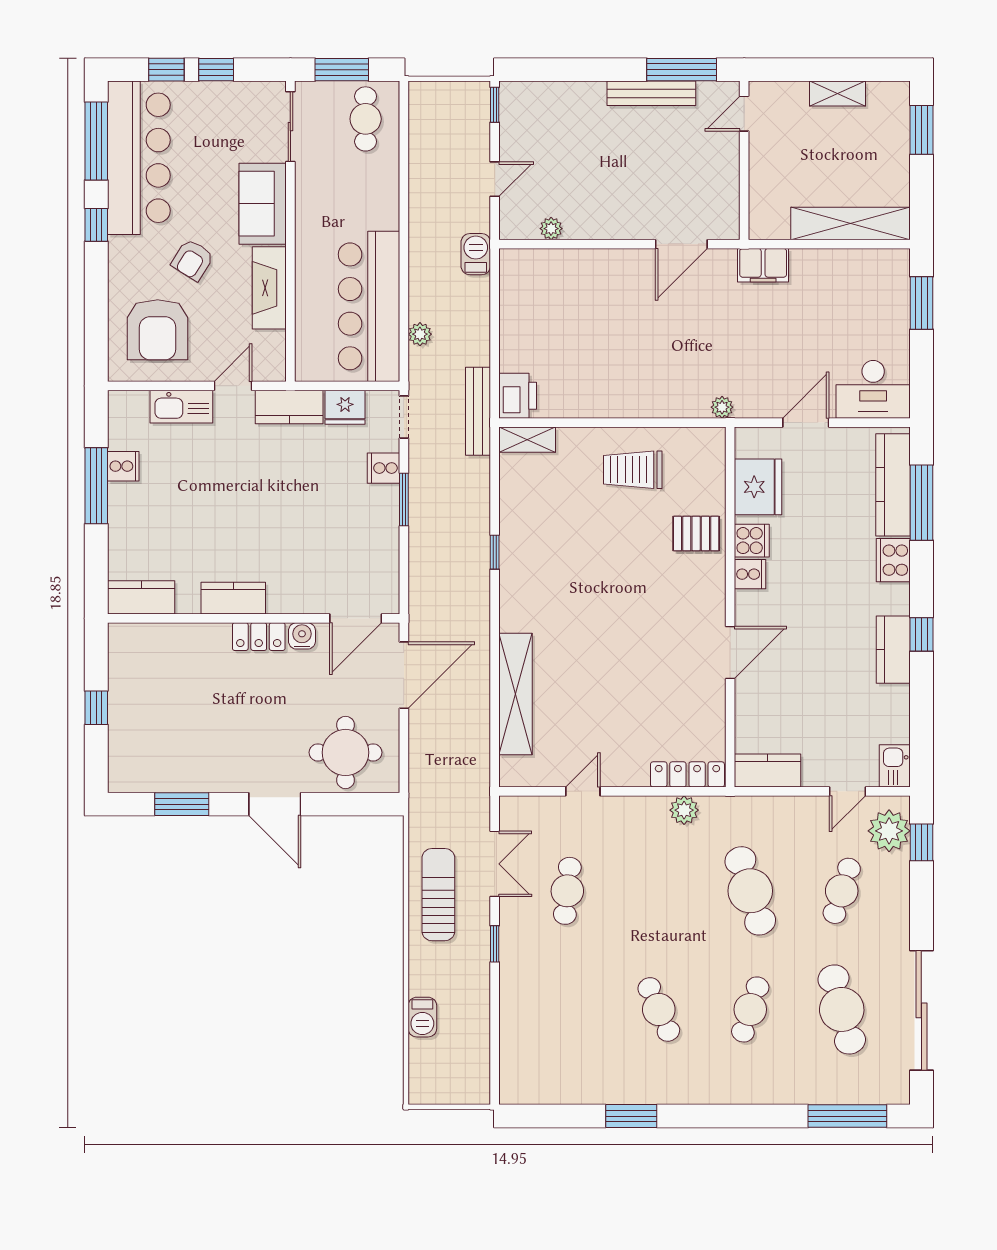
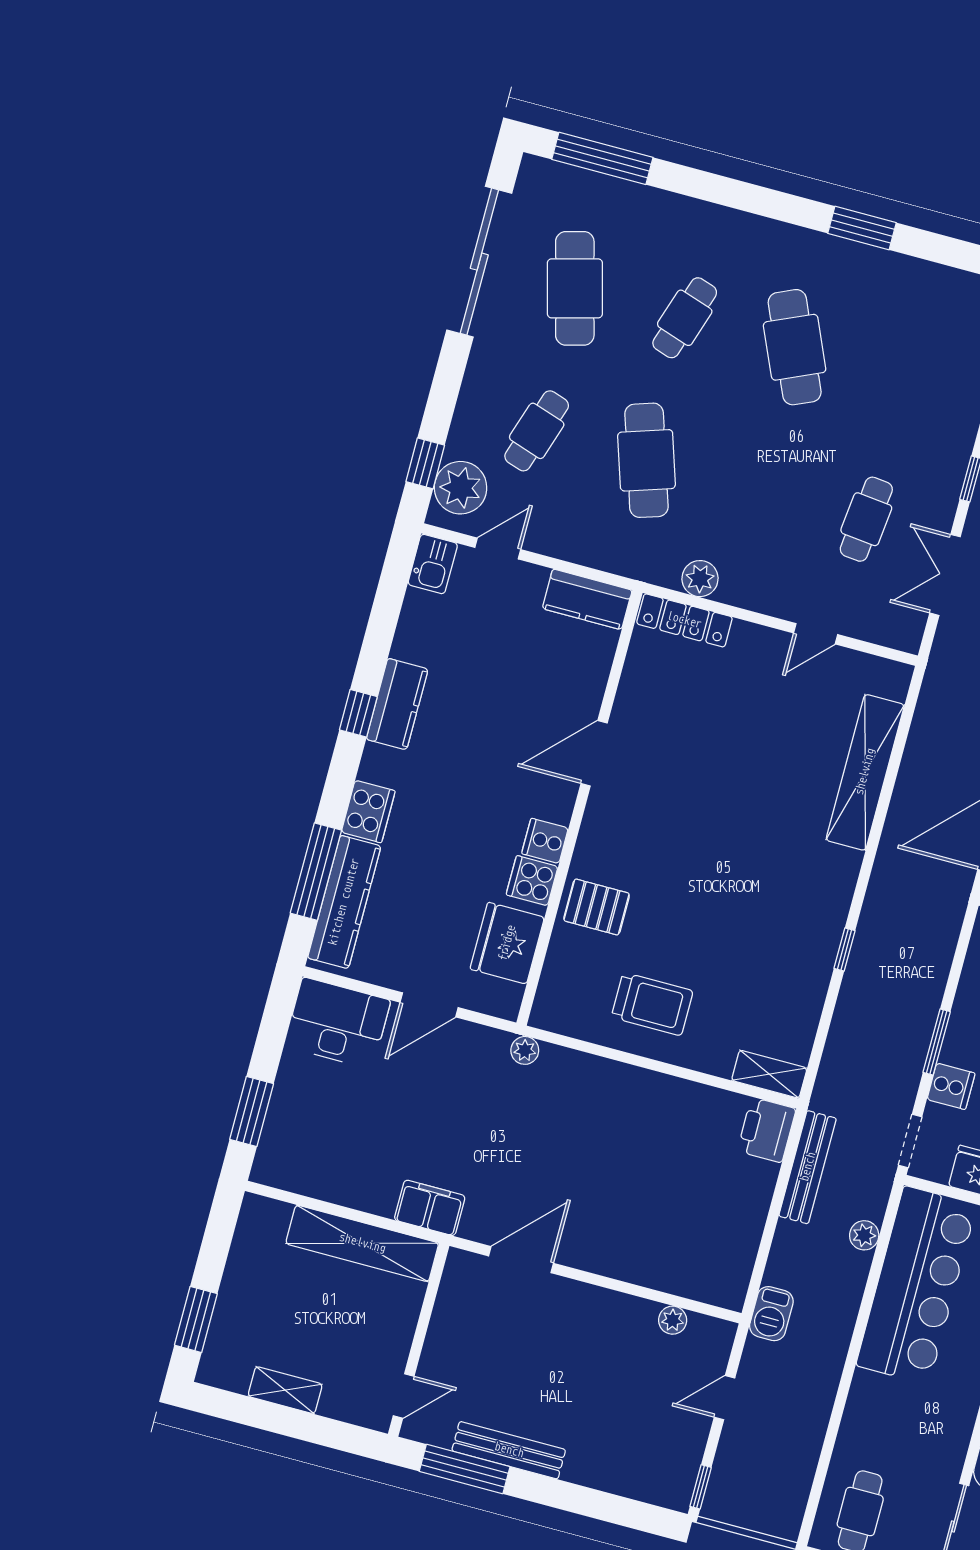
shelving: (850, 224) -> (362, 1243), moved
bench: (478, 411) -> (808, 1167), moved
cafe table: (659, 1009) -> (795, 347), width x1.37, depth x1.35

